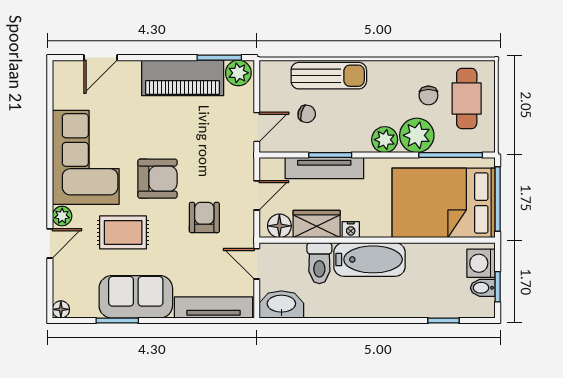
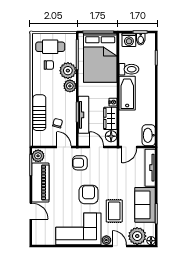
door: (100, 58) -> (31, 211), moved
armchair: (204, 217) -> (80, 163), moved
toilet: (319, 263) -> (129, 69), moved
plant: (71, 281) -> (137, 236), added

